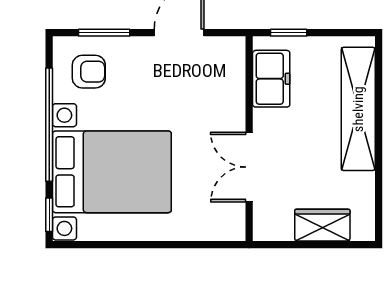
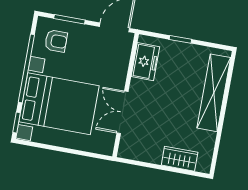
freezer: (271, 79) -> (145, 62), moved
wall: (249, 139) -> (126, 95), moved
double door: (249, 167) -> (122, 112), moved

